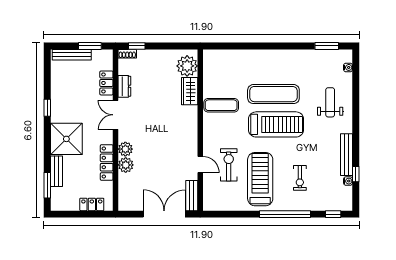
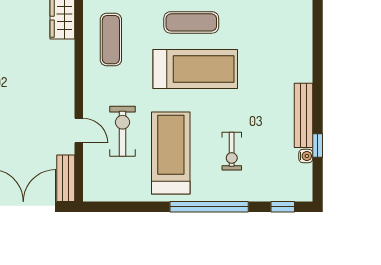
exercise mat: (273, 94) -> (191, 22), width x0.73, depth x0.69
weight bench: (330, 102) -> (278, 35), removed
exercise mat: (221, 105) -> (111, 40), turned 90

